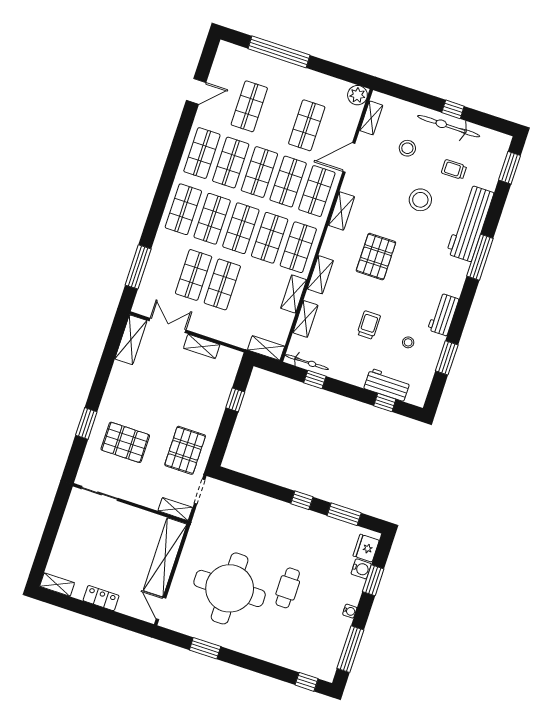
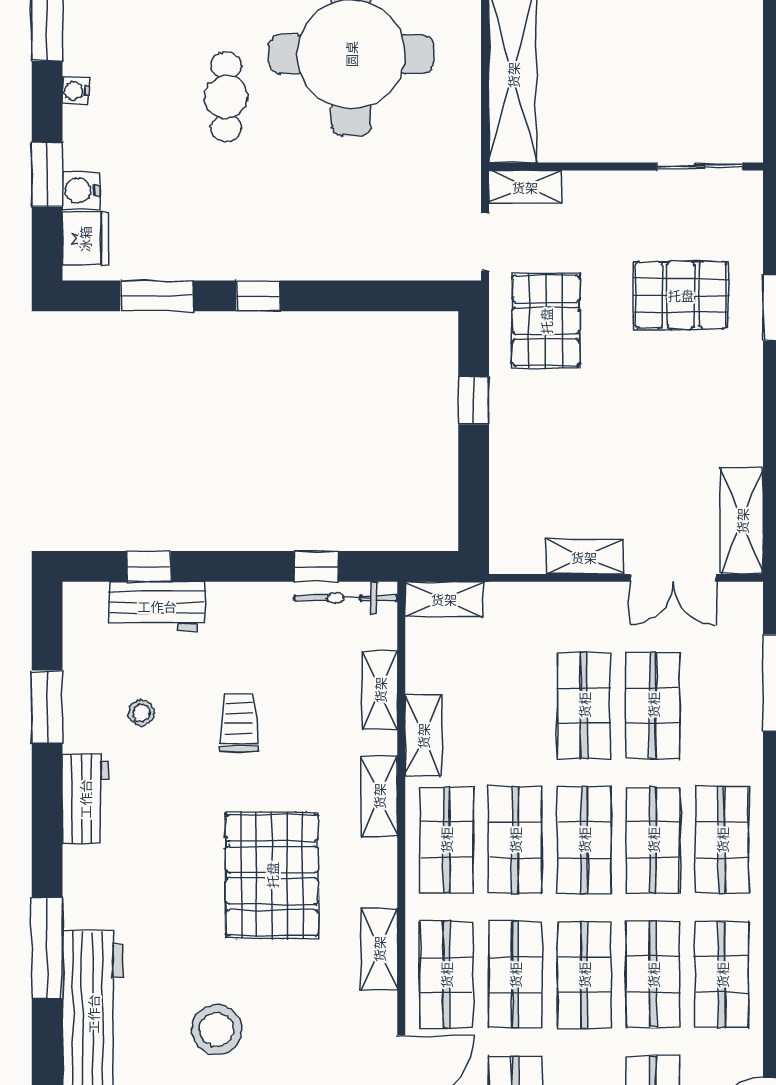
pallet: (376, 257) -> (272, 875), width x1.37, depth x1.41
trolley: (369, 325) -> (239, 722), turned 180
window: (235, 400) -> (474, 401), moved

